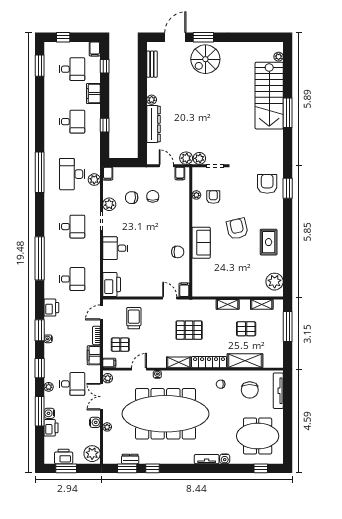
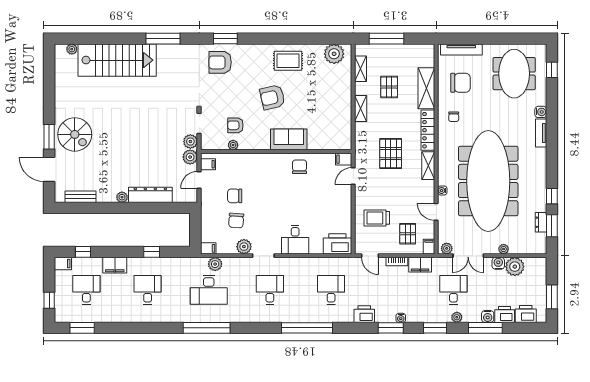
window: (288, 113) -> (163, 39), moved
plant: (92, 454) -> (515, 267), moved
printer: (64, 456) -> (526, 314), moved, turned 90

